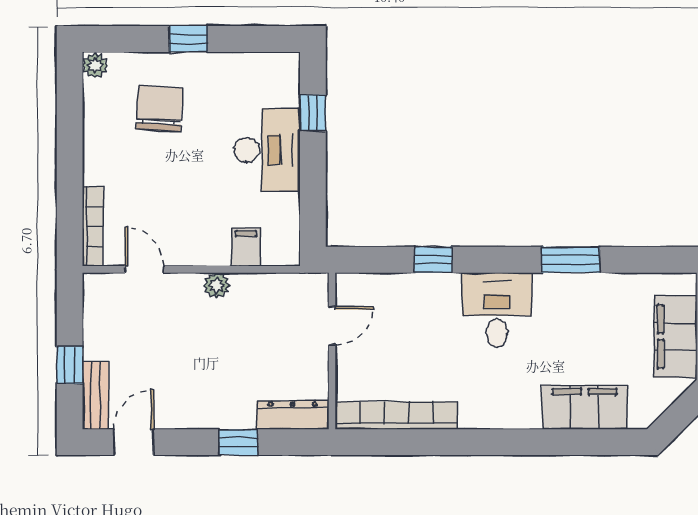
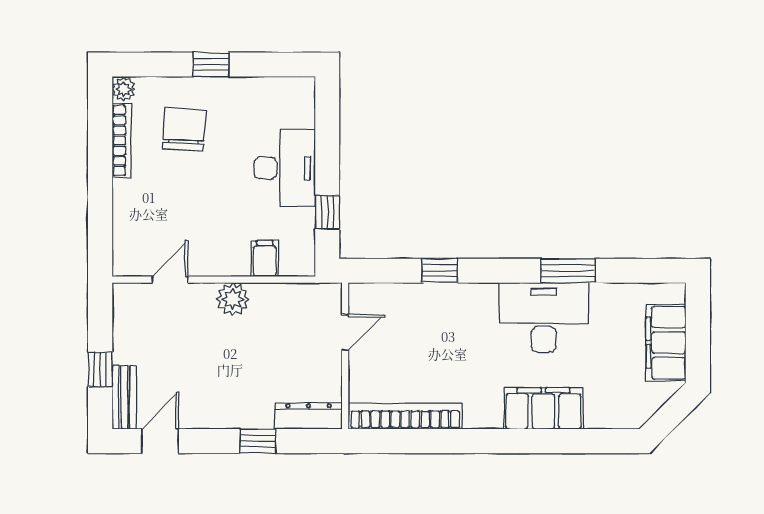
window: (313, 113) -> (327, 212), moved
bookcase: (93, 226) -> (122, 141), moved
door: (144, 269) -> (170, 280), hinge flipped
plant: (216, 285) -> (233, 299), width x1.38, depth x1.38
desk: (497, 310) -> (544, 318), moved, width x1.37
filing cabinet: (585, 407) -> (543, 408), moved

